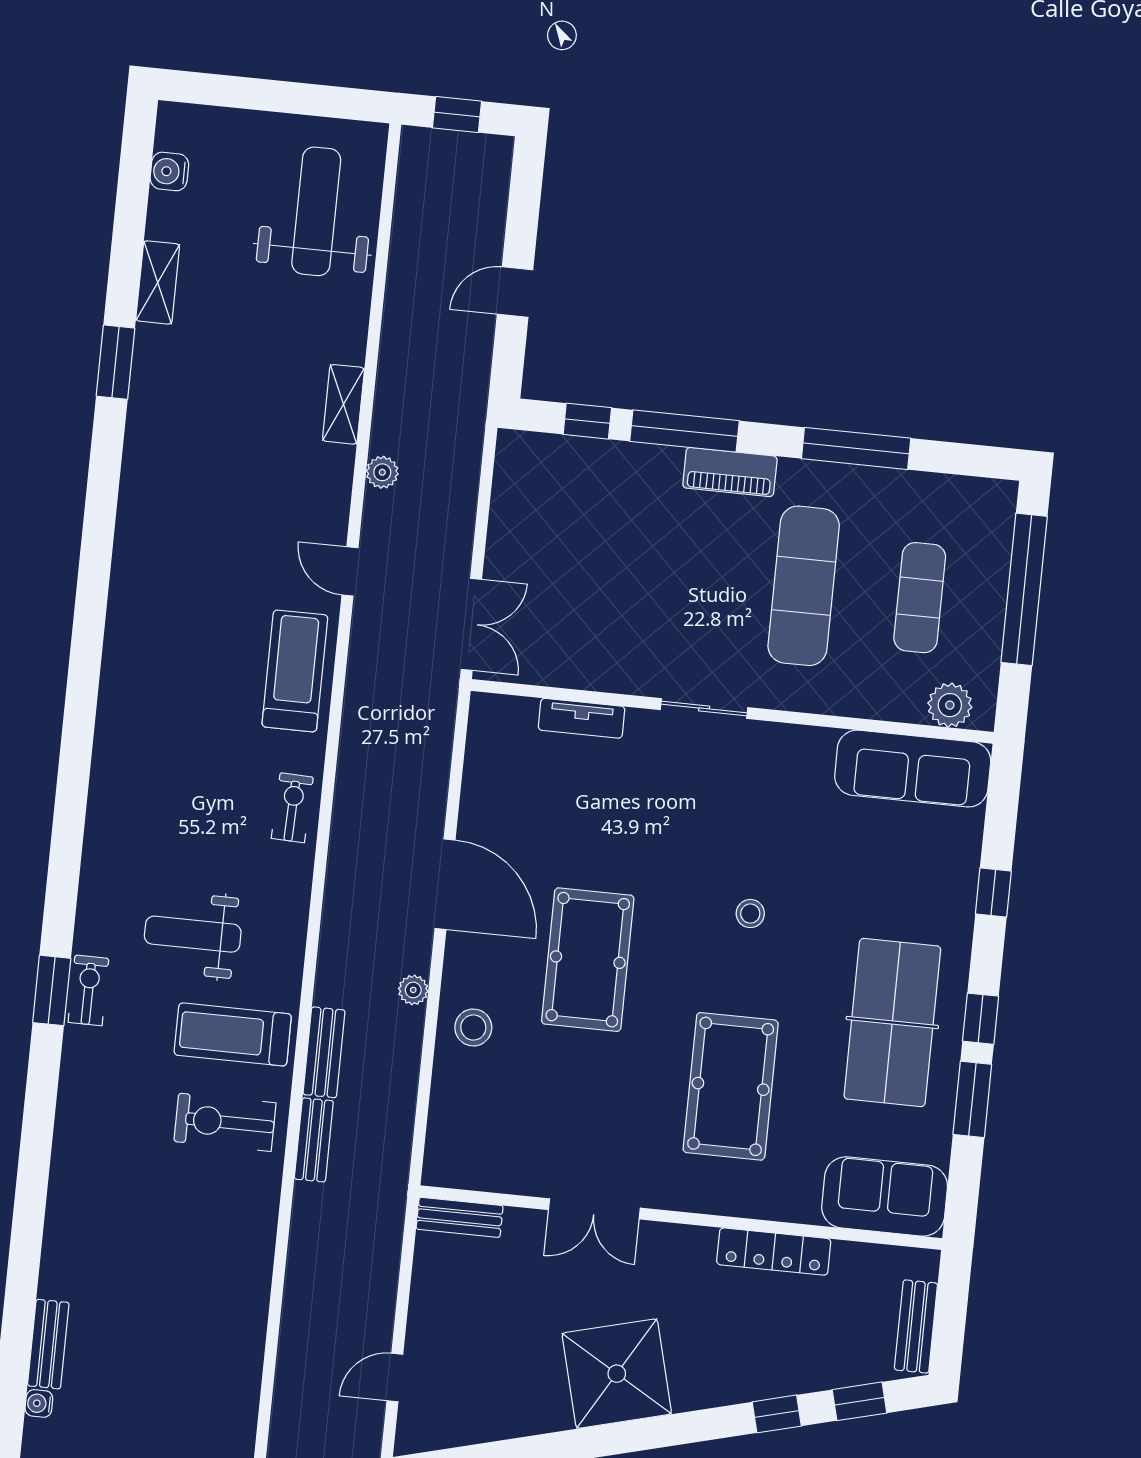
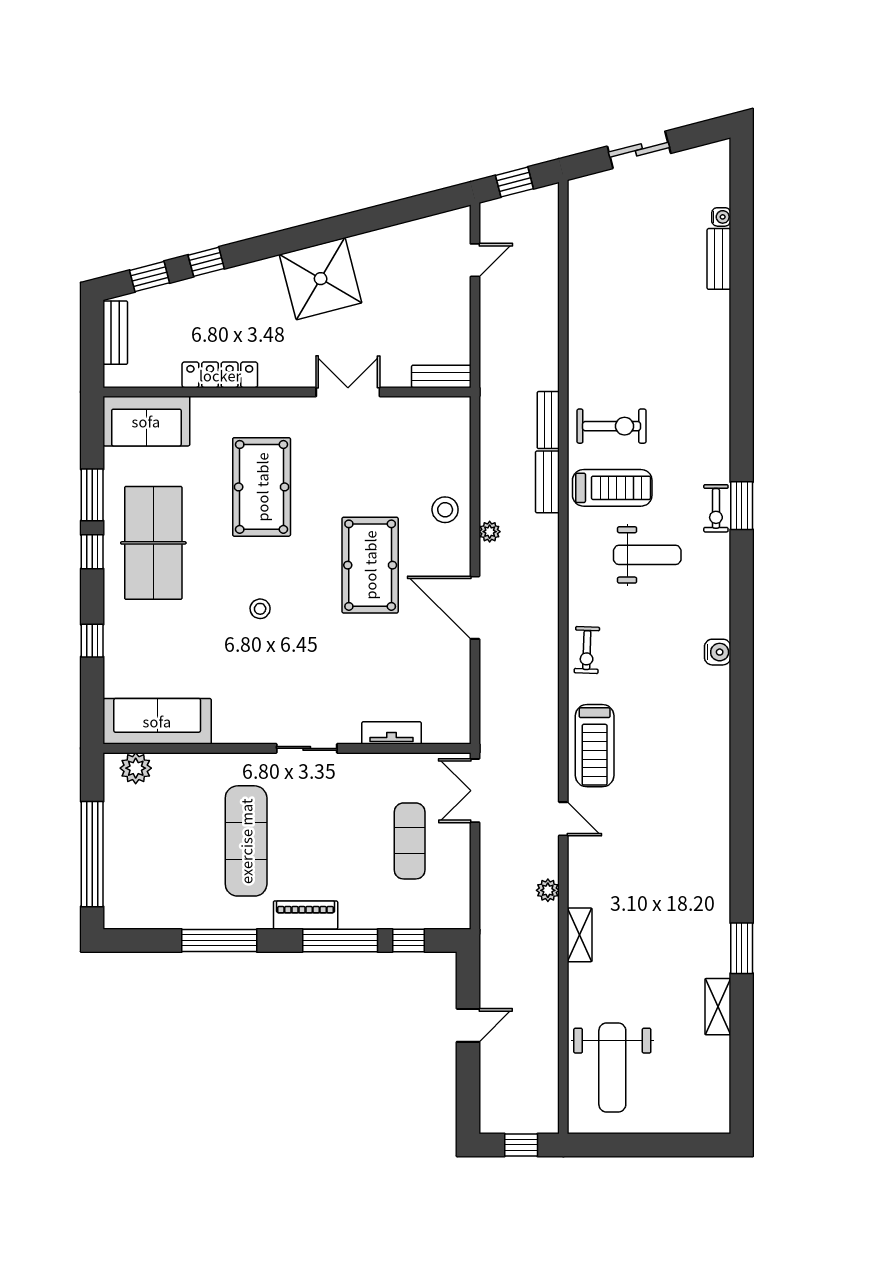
water cooler: (169, 171) -> (718, 652), moved
exercise mat: (920, 598) -> (410, 841), moved

